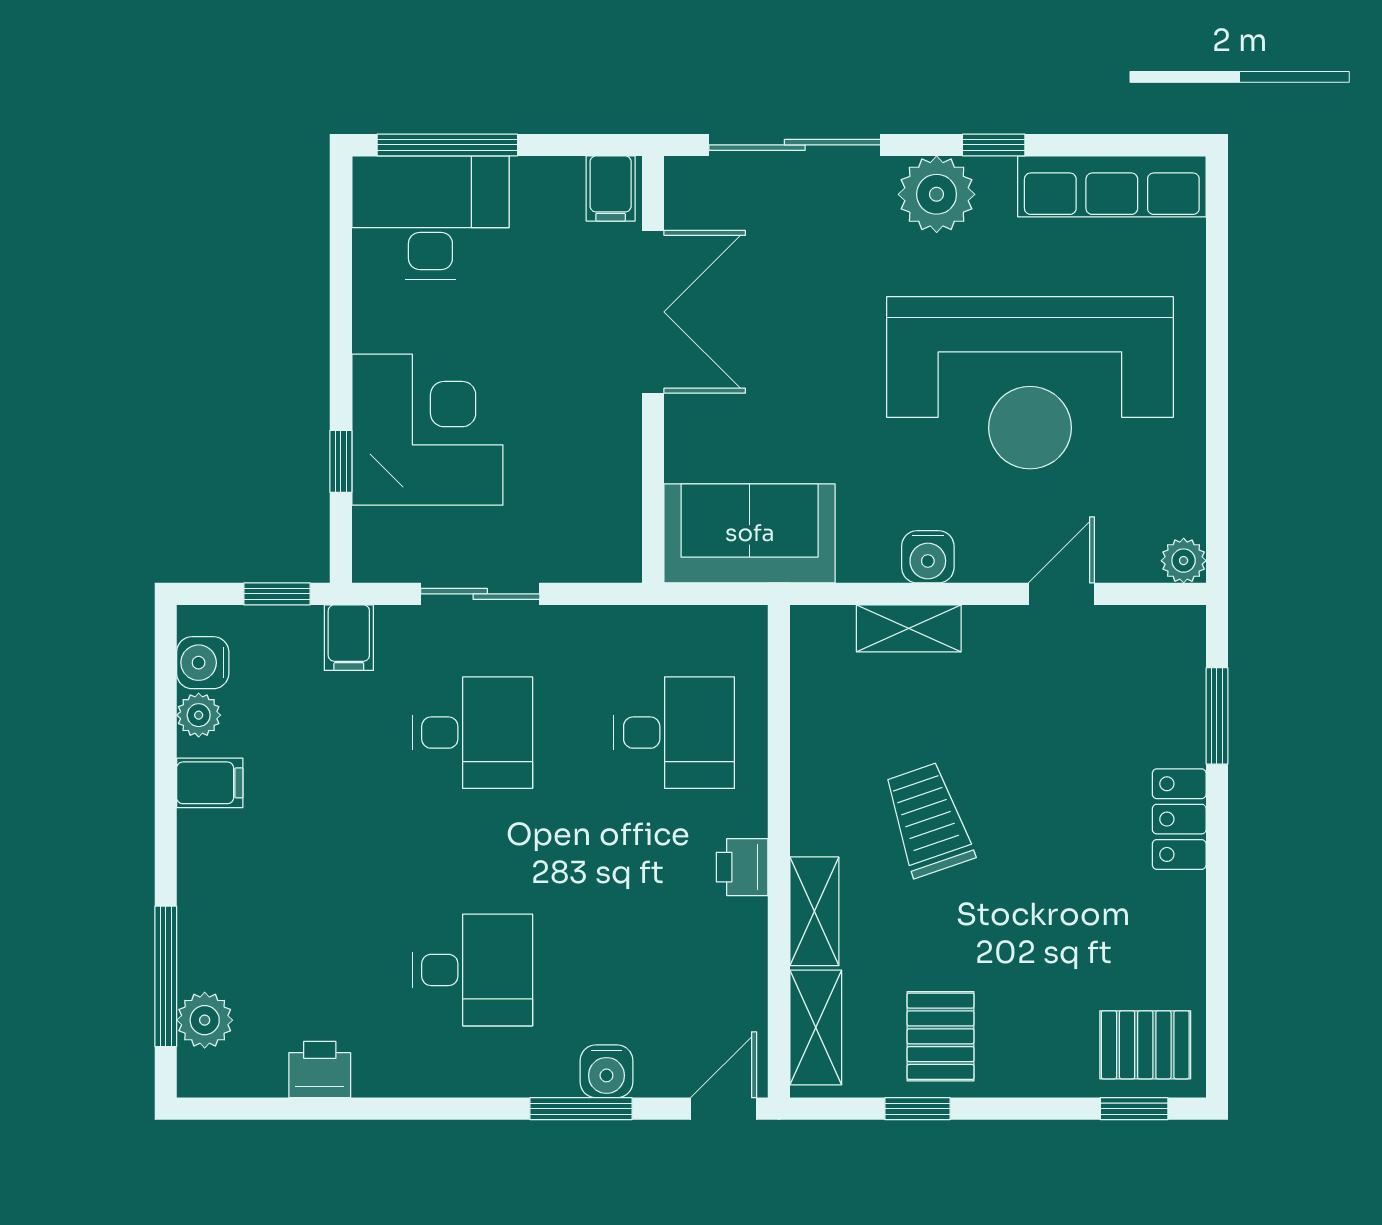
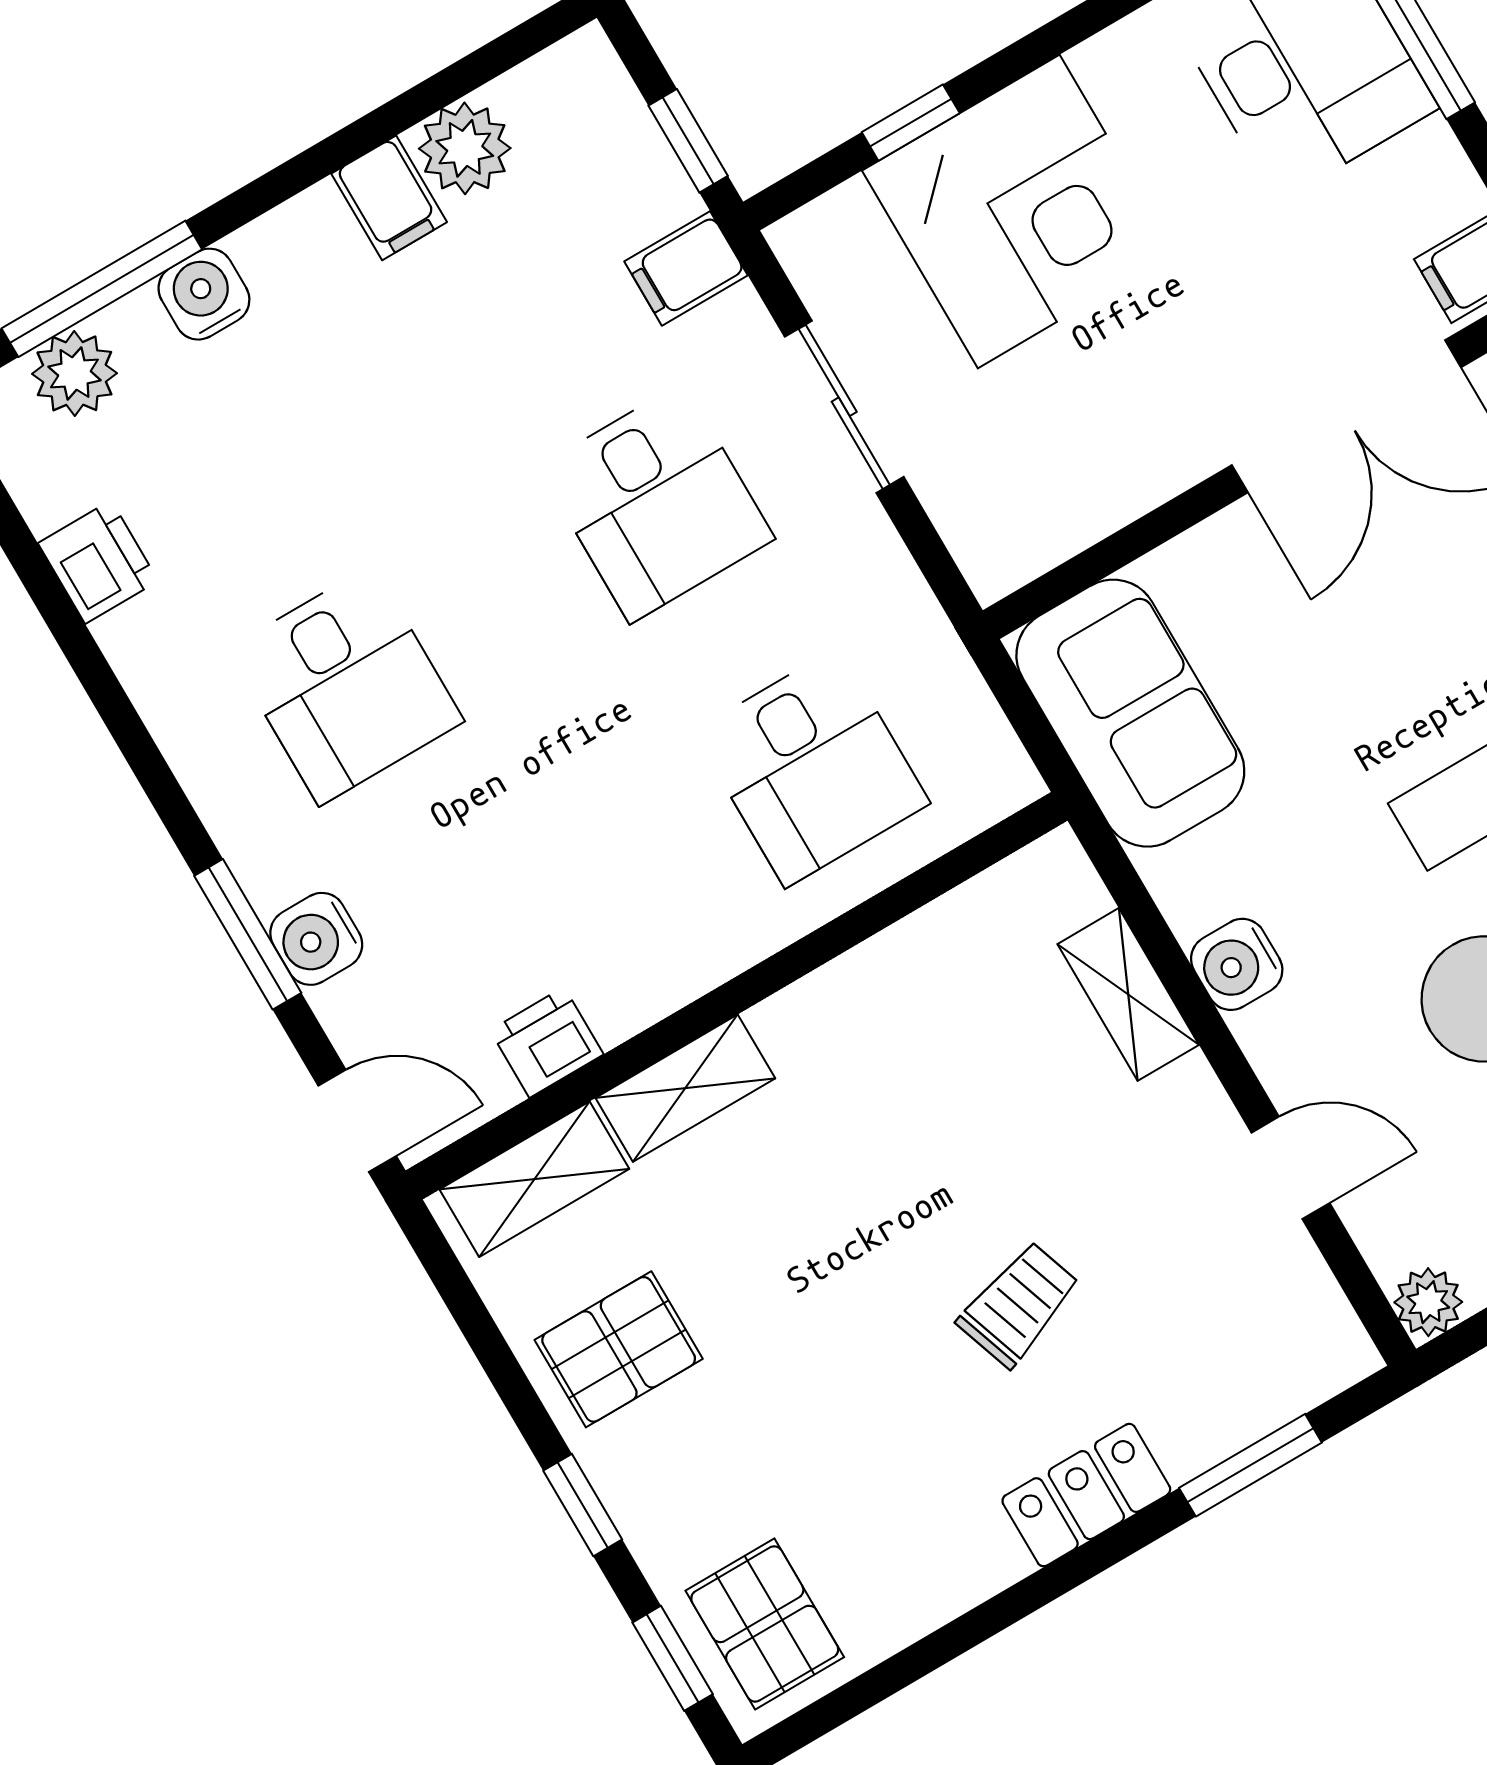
water cooler: (203, 663) -> (204, 294), moved
plant: (199, 715) -> (465, 148), width x1.38, depth x1.38
trolley: (928, 820) -> (1019, 1304), moved, width x0.73, depth x0.72
printer: (742, 867) -> (547, 1042), moved
window: (918, 1109) -> (583, 1505), moved

